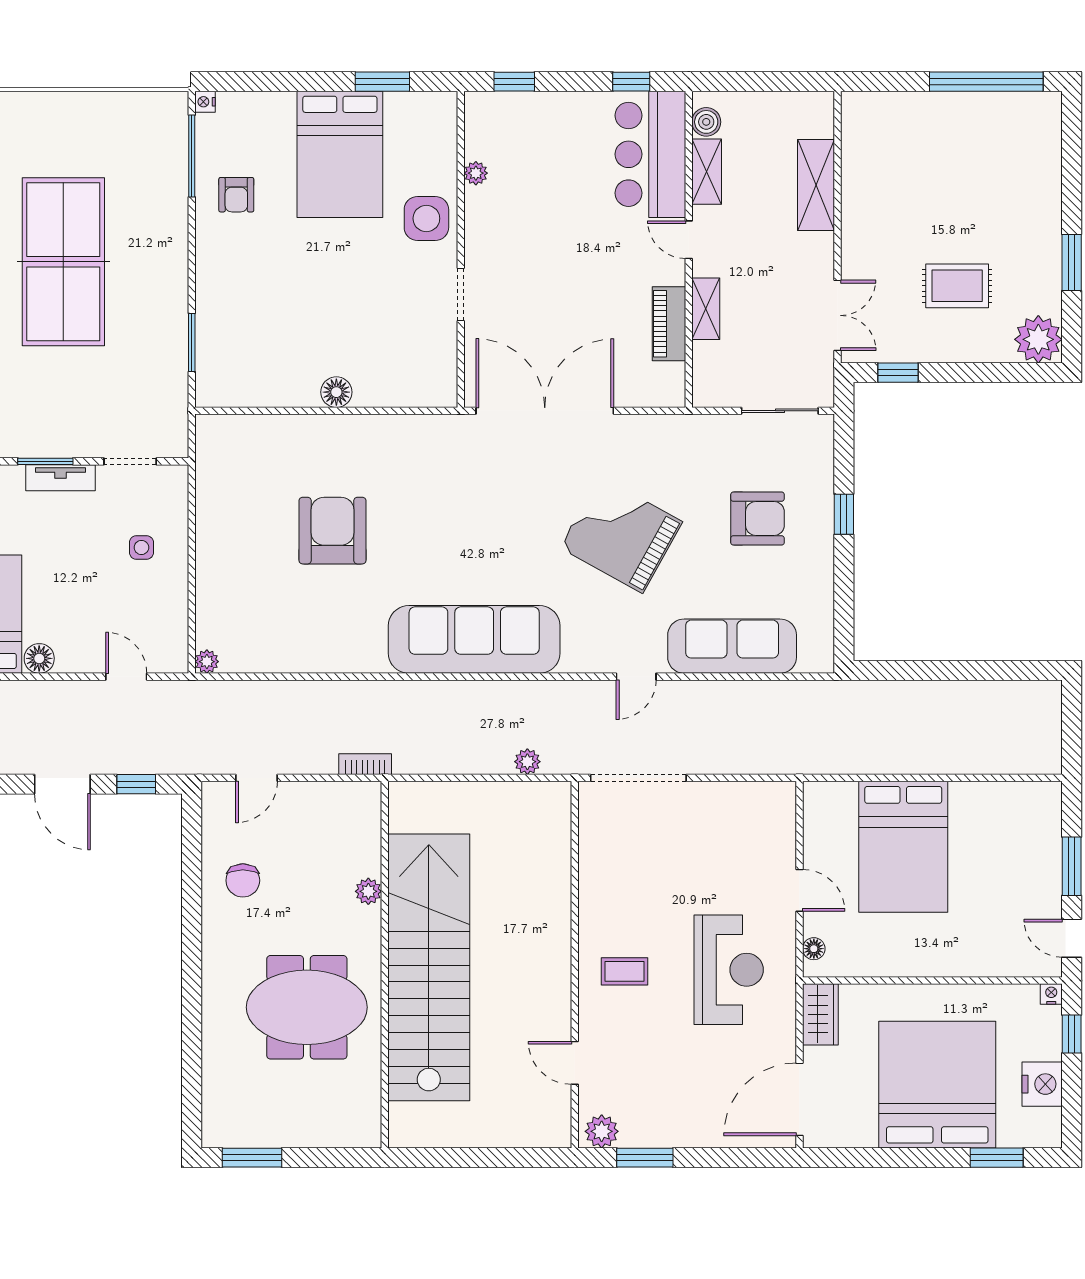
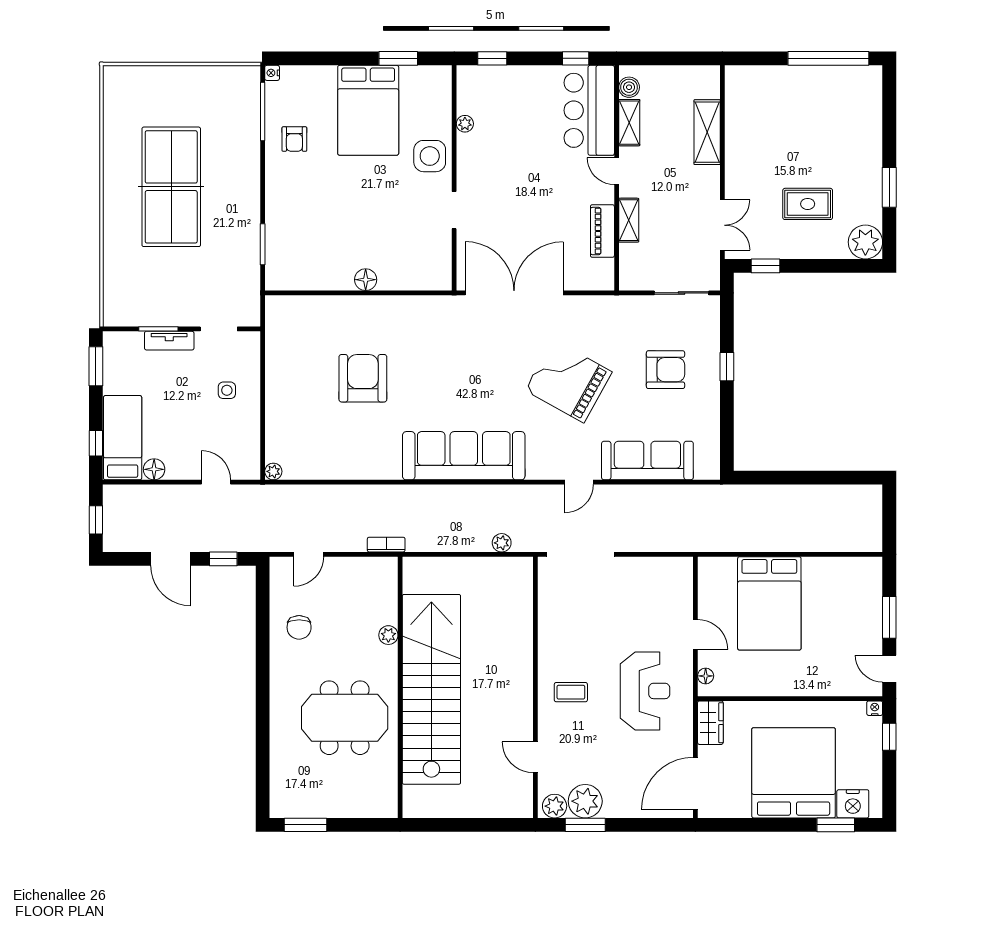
nightstand: (1042, 1084) -> (853, 804), moved, turned 90
plant: (645, 1125) -> (585, 801), added

